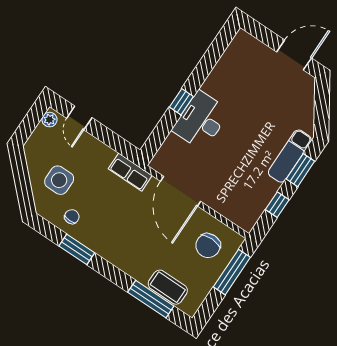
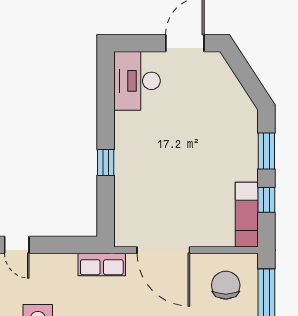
desk: (201, 121) -> (137, 81), moved
exam couch: (290, 156) -> (247, 215), moved
chair: (208, 246) -> (226, 285), turned 180

